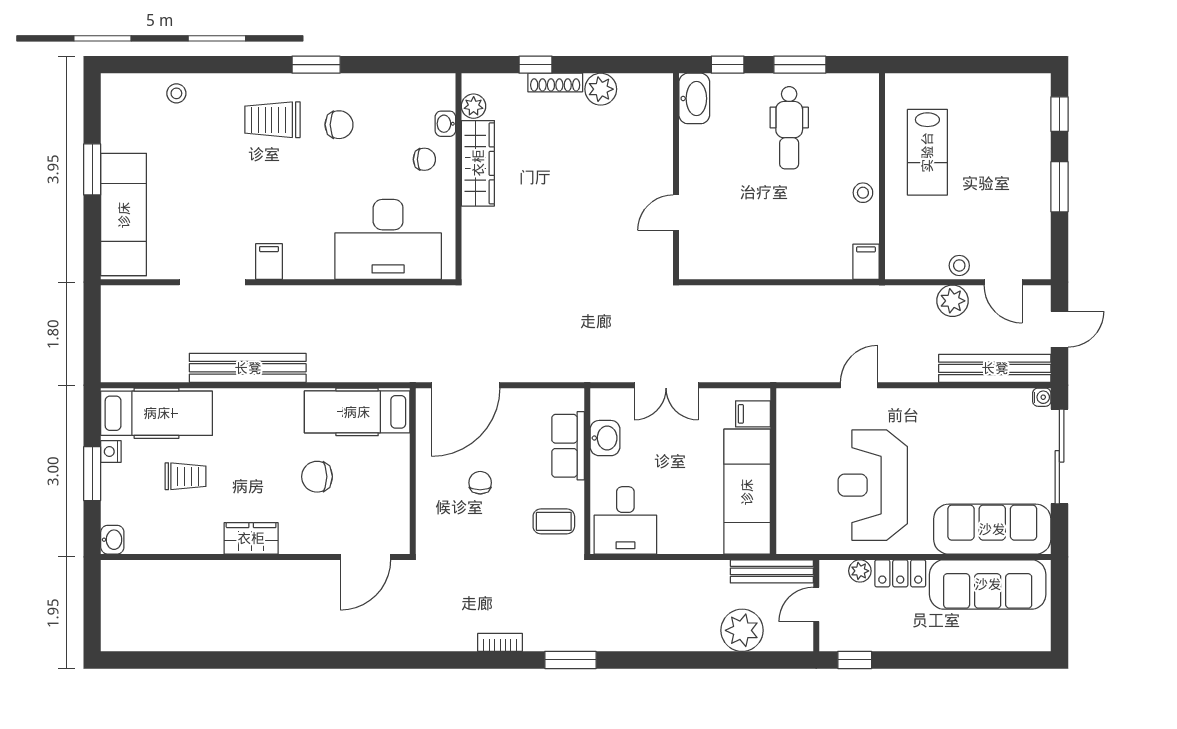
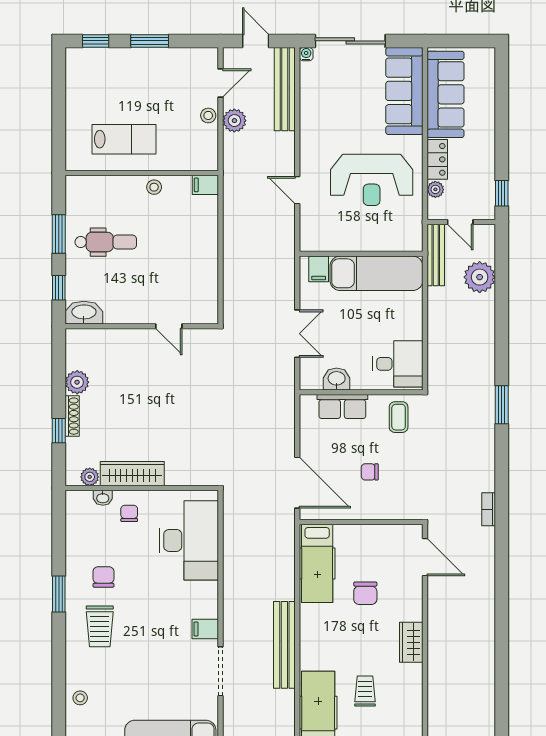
bookcase: (500, 642) -> (489, 509), moved

